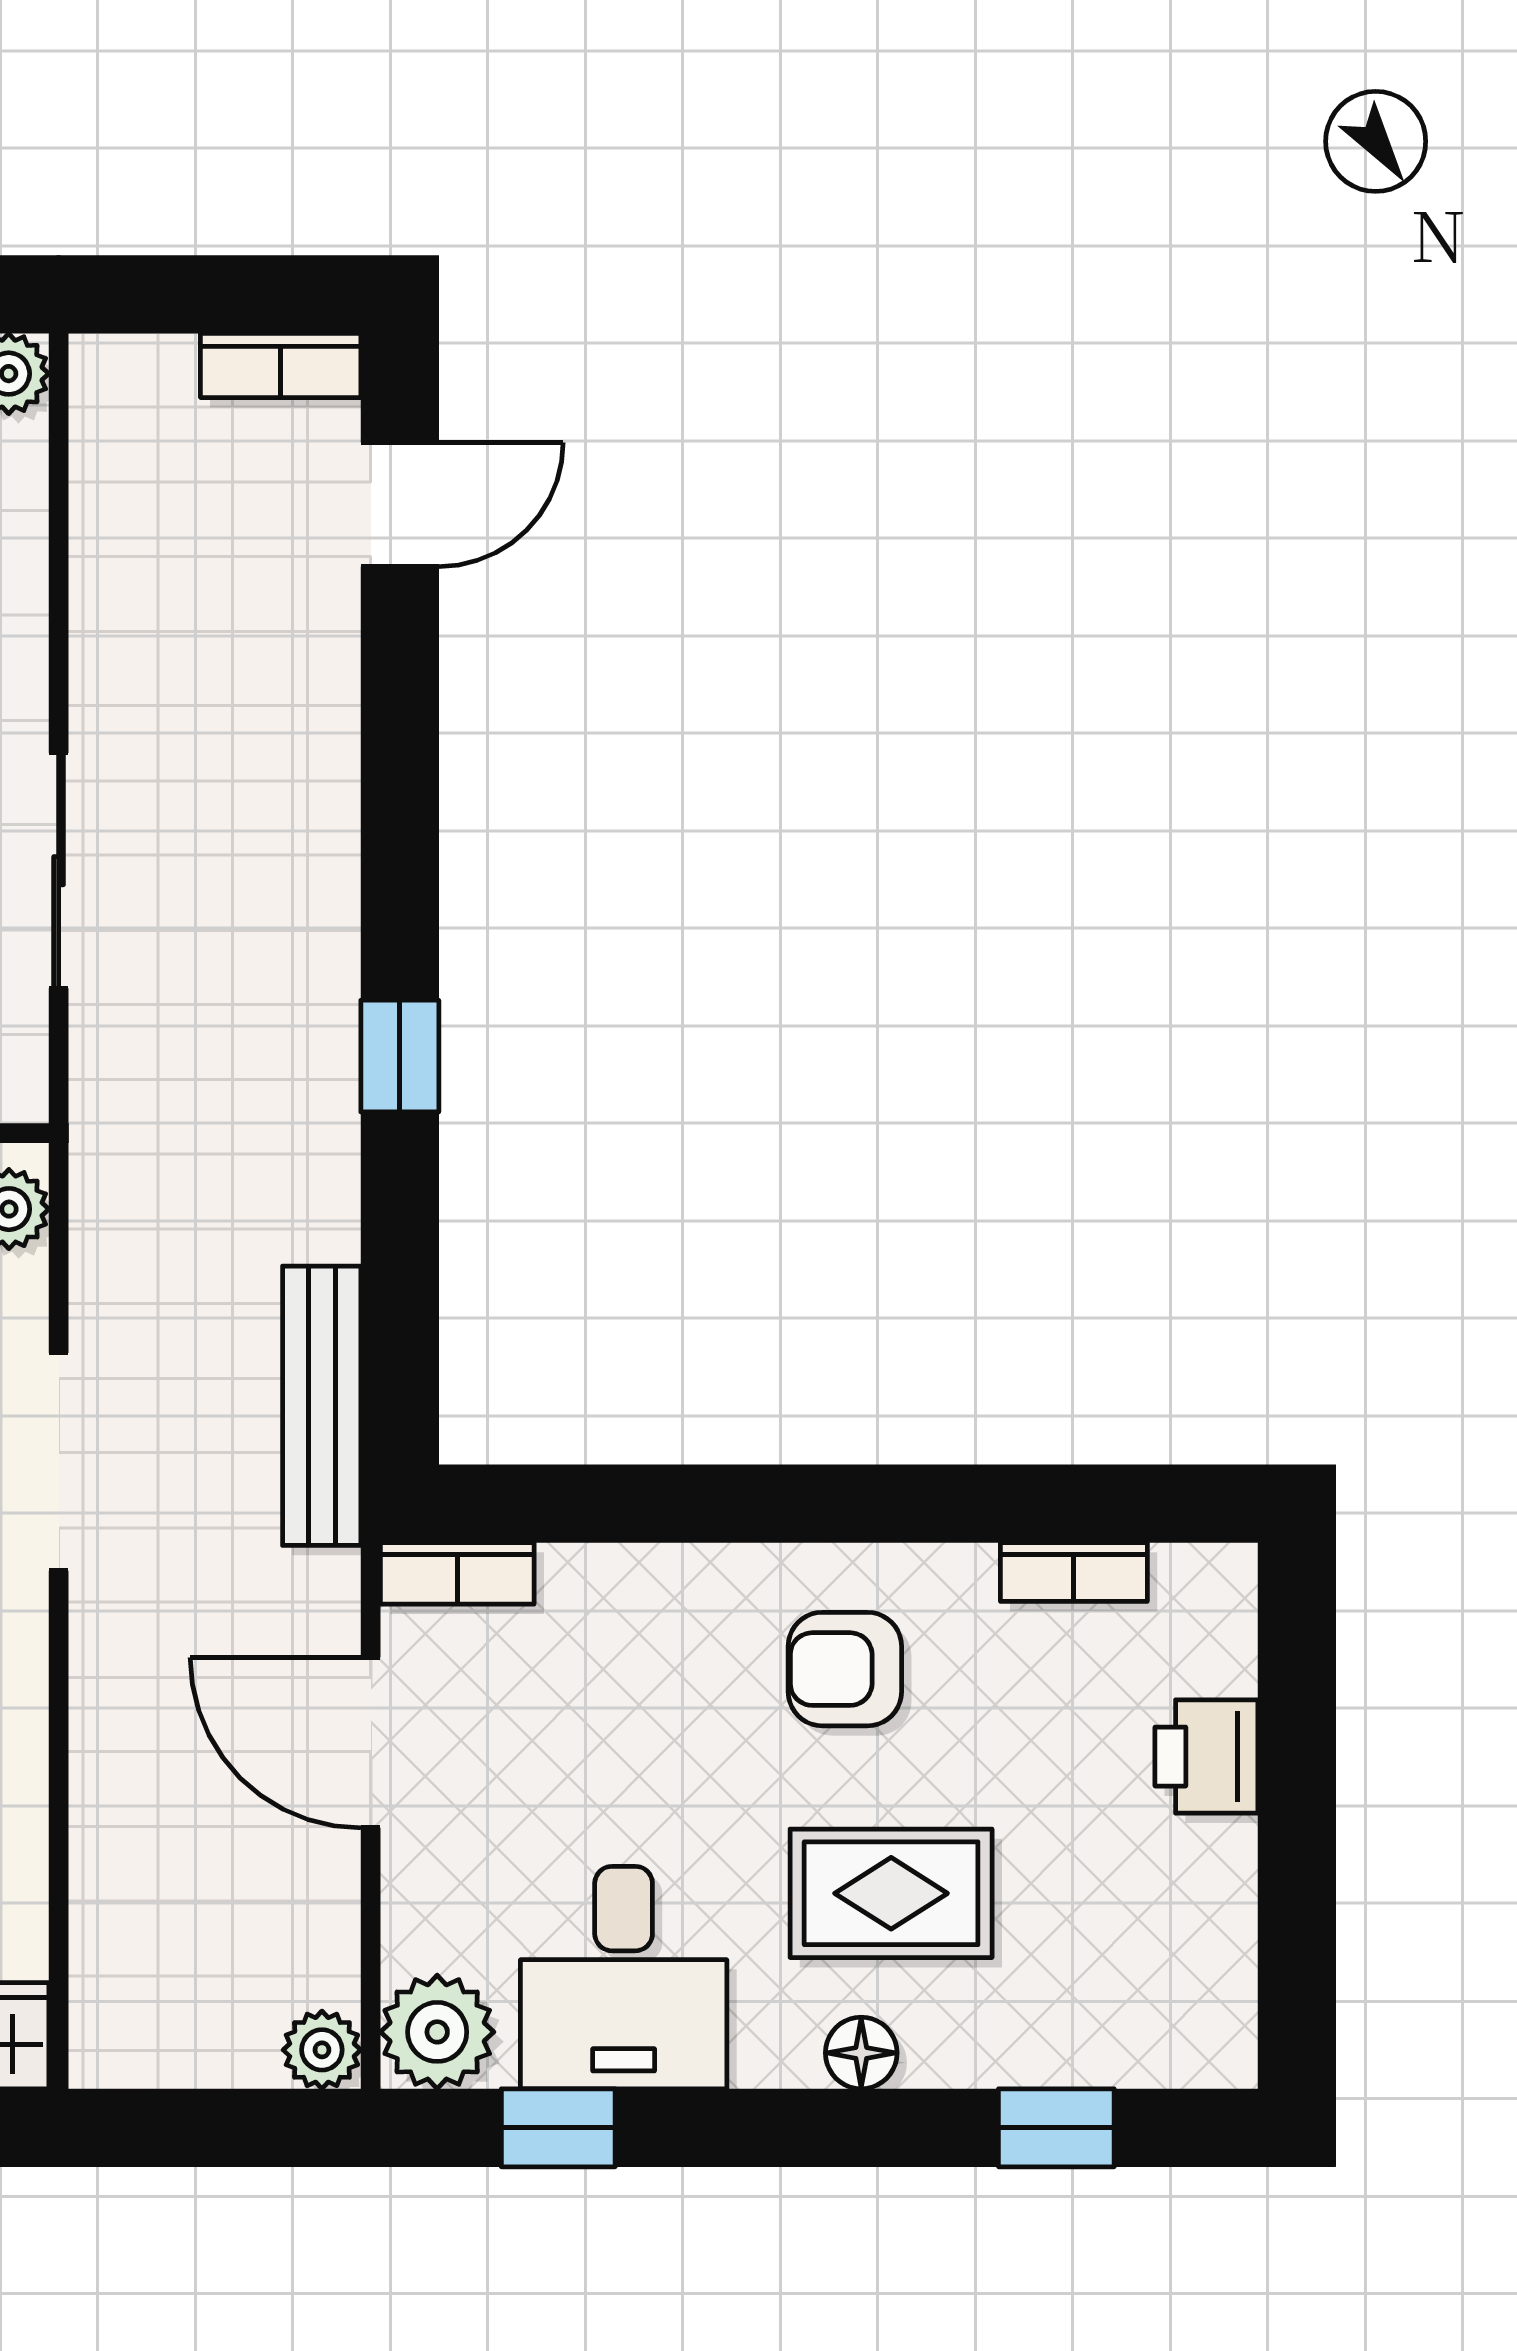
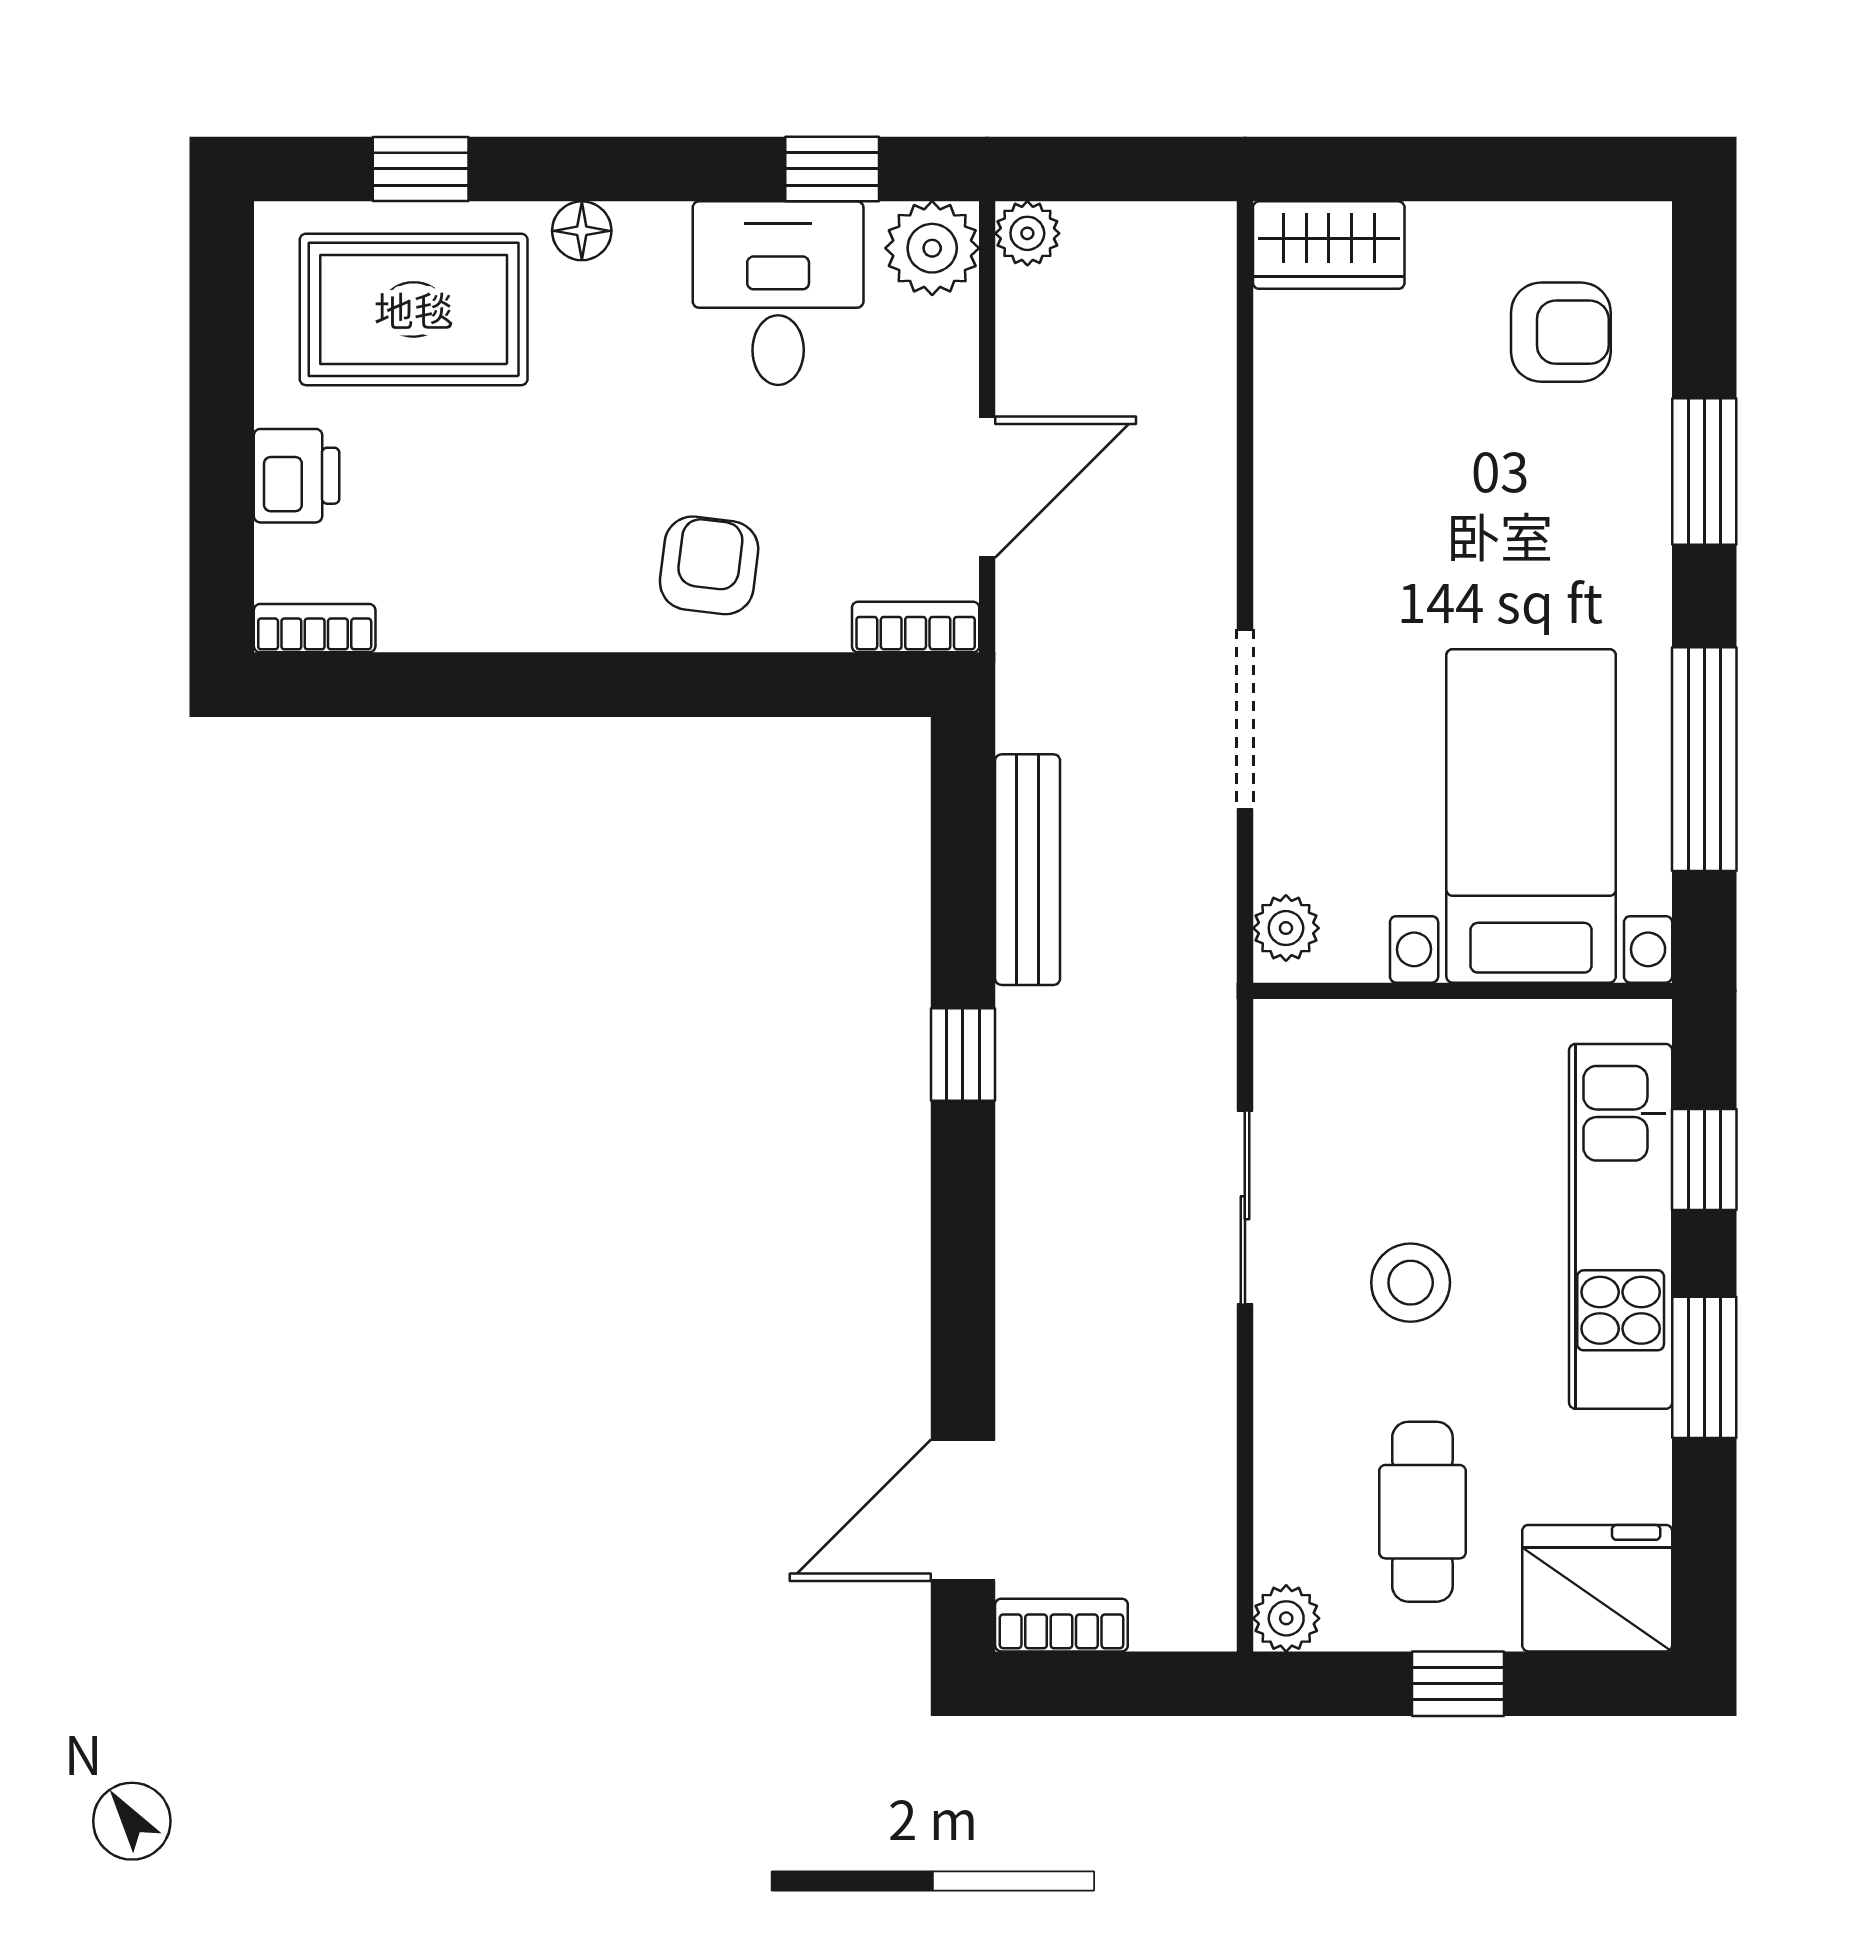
door: (400, 504) -> (963, 1510), width x1.38
bench: (322, 1406) -> (1028, 870), moved
bookcase: (1074, 1572) -> (315, 628), moved
armchair: (845, 1669) -> (709, 565), moved, turned -83
door: (371, 1743) -> (987, 487), hinge flipped
rug: (891, 1893) -> (414, 309), moved, width x1.36, depth x1.43

